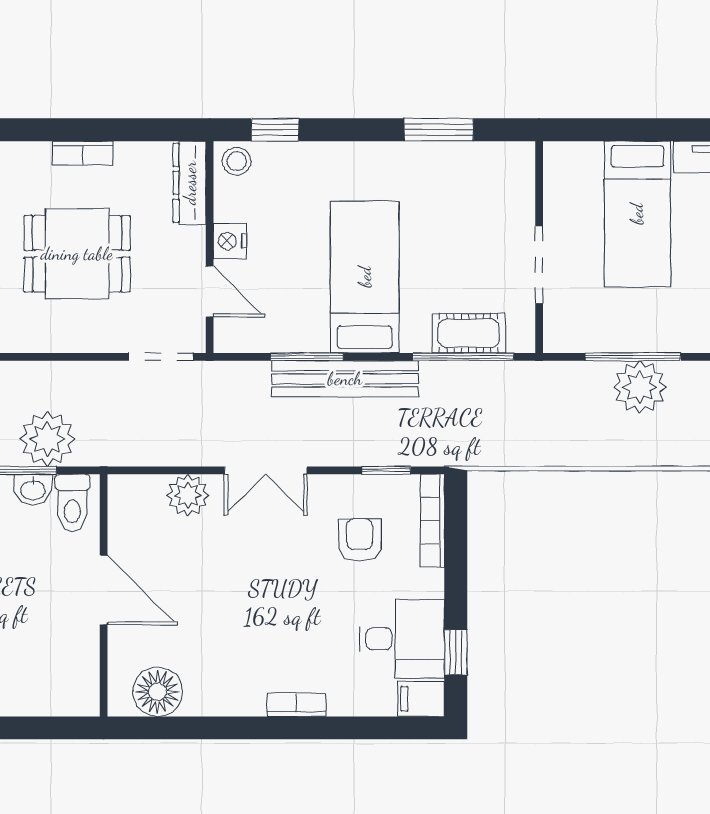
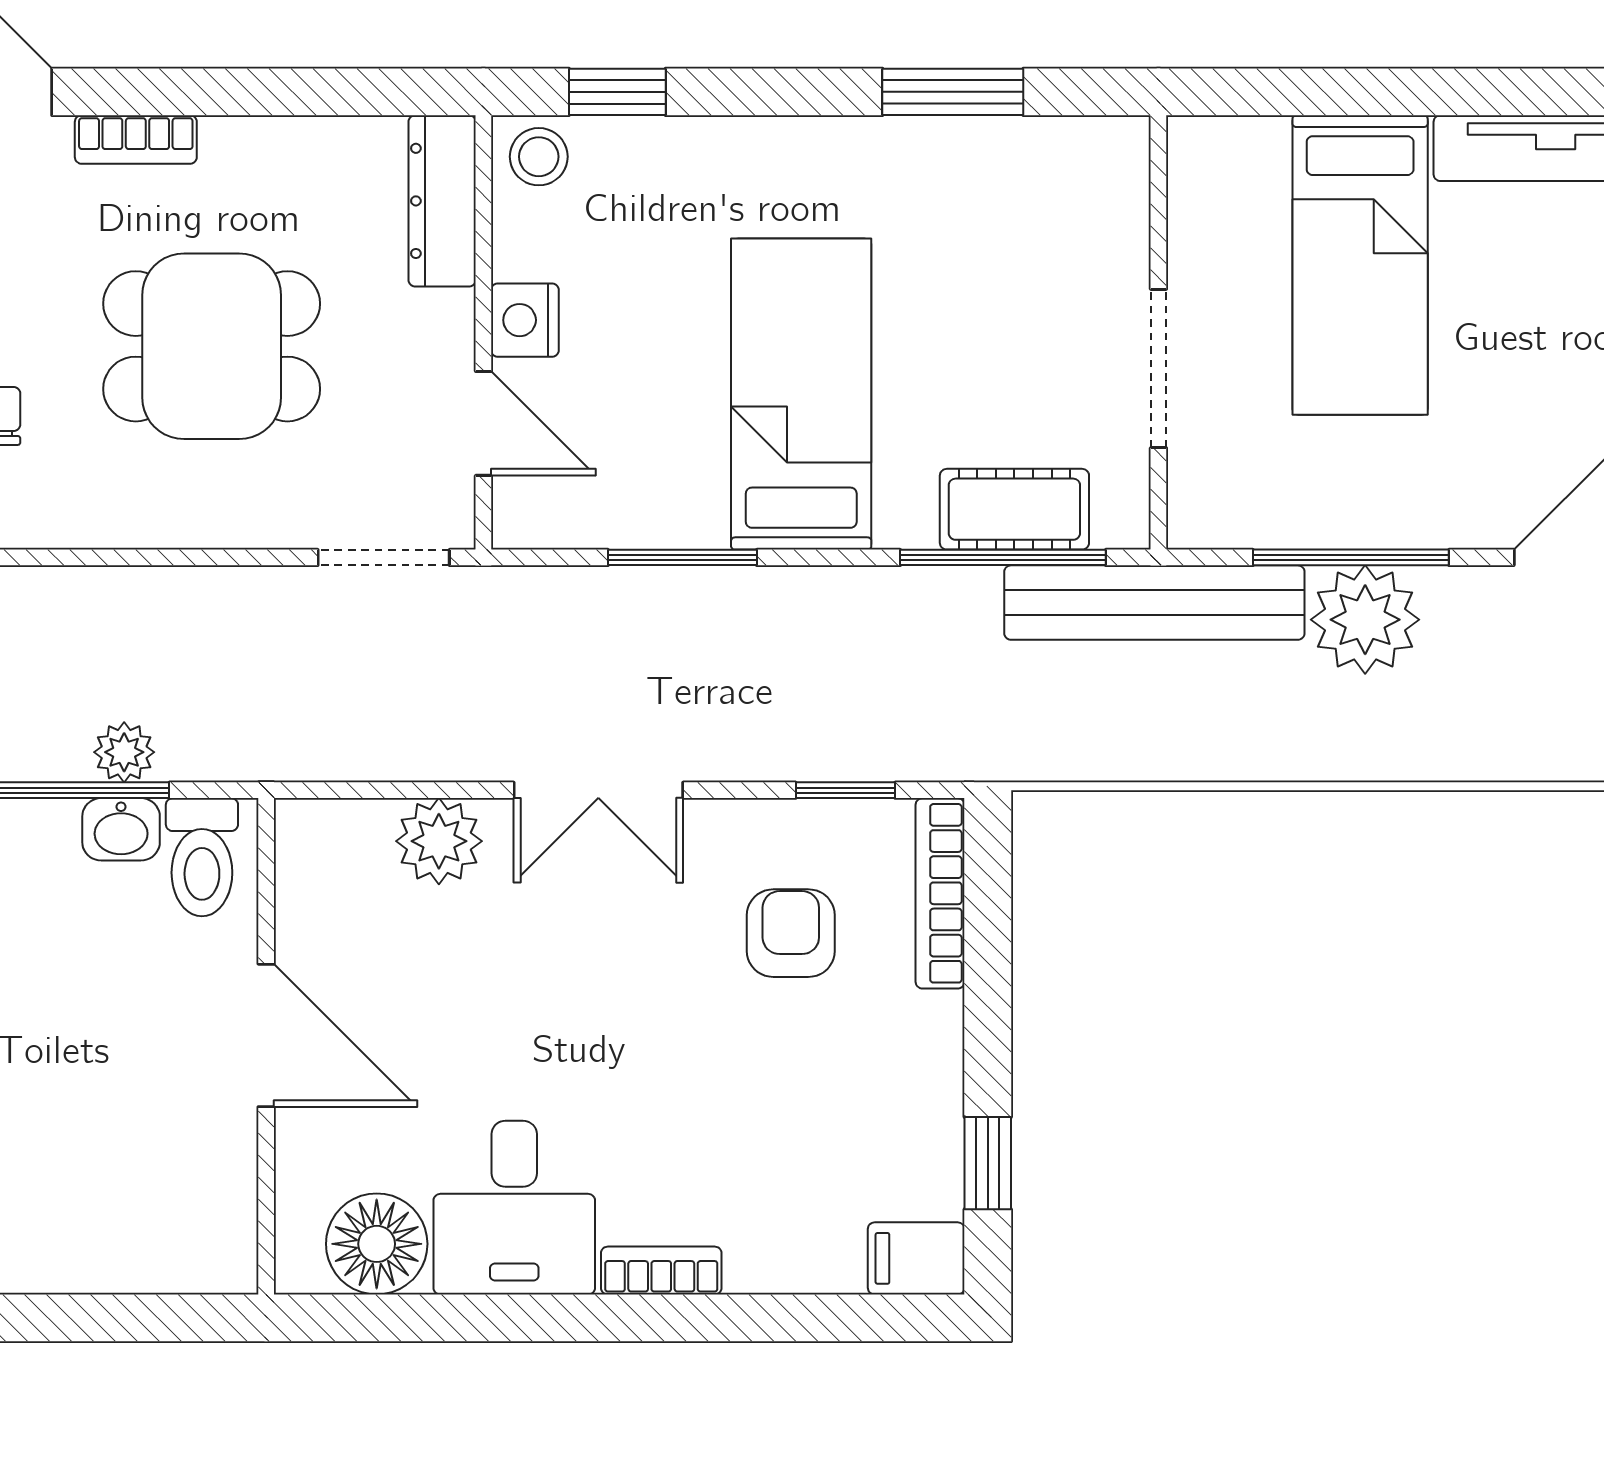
bookcase: (83, 153) -> (136, 140), moved
bench: (345, 379) -> (1154, 603), moved
plant: (47, 439) -> (124, 752), width x0.53, depth x0.53
desk: (402, 639) -> (514, 1208), moved, turned 90

